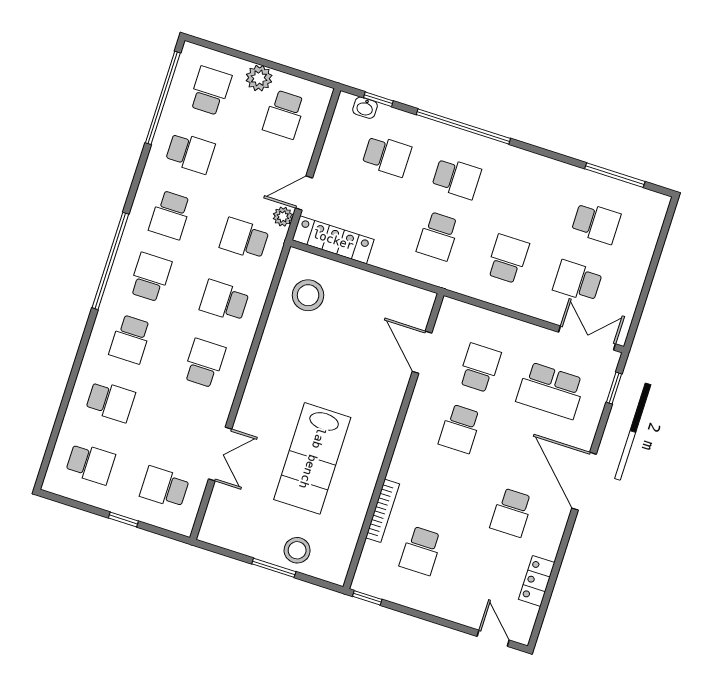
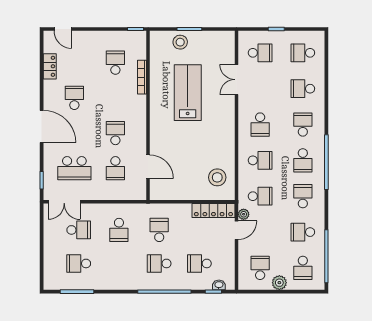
school desk: (551, 391) -> (74, 168), turned 180

